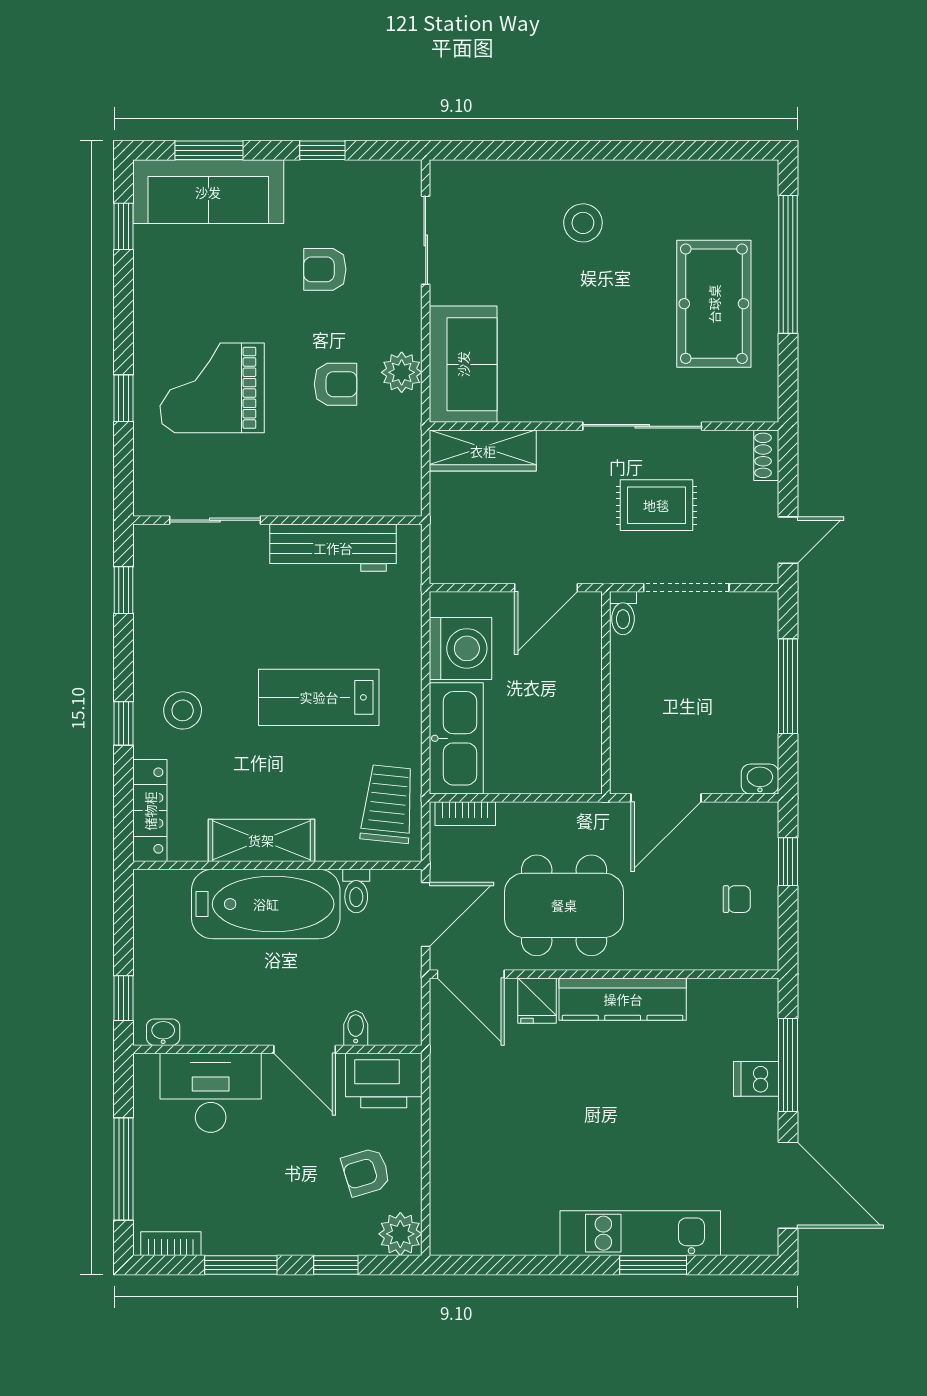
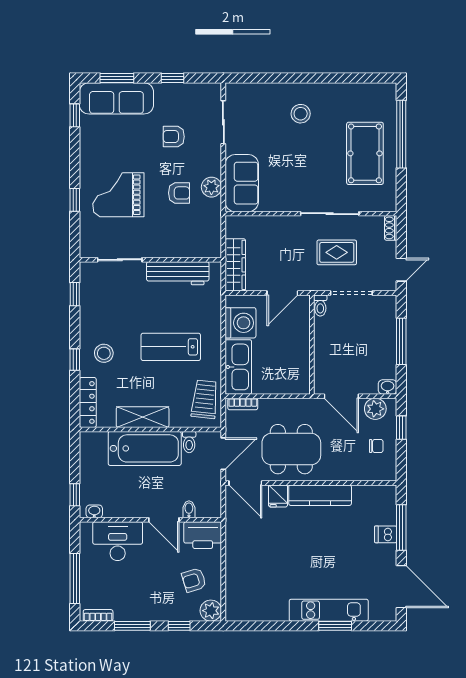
wardrobe: (483, 451) -> (235, 265), moved, turned -90
door: (666, 798) -> (341, 396), hinge flipped
plant: (735, 823) -> (375, 409), added

